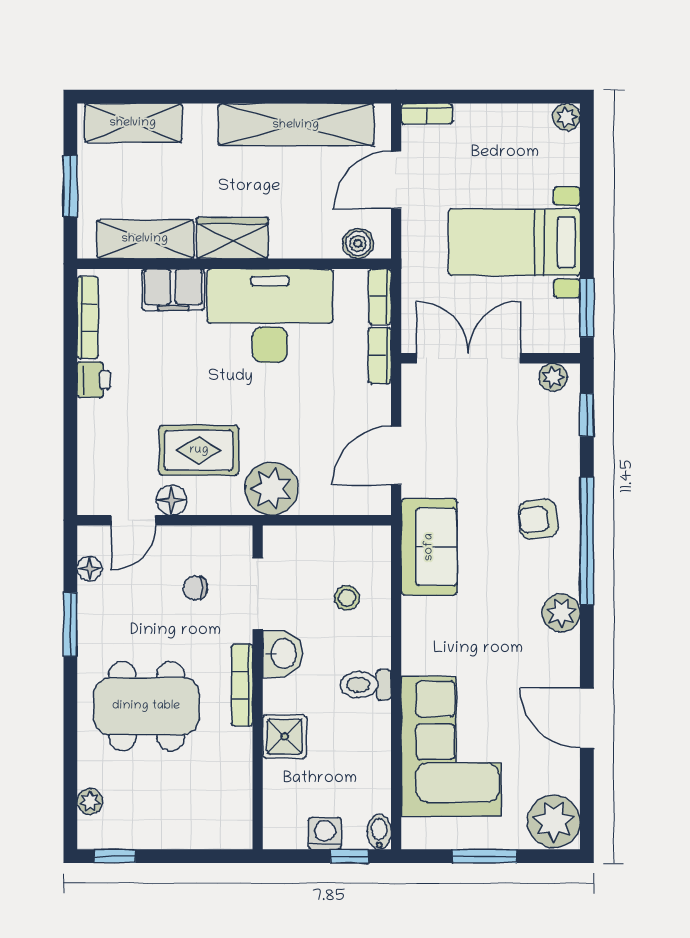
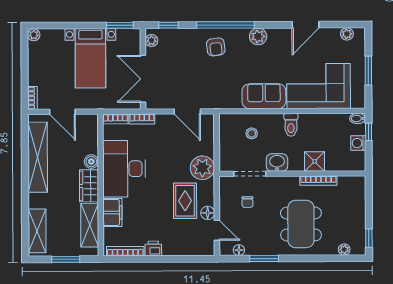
boiler: (358, 243) -> (91, 162), moved
sofa: (429, 547) -> (264, 96), moved
bookcase: (242, 685) -> (318, 181), moved
plant: (554, 821) -> (347, 34), width x0.53, depth x0.53

